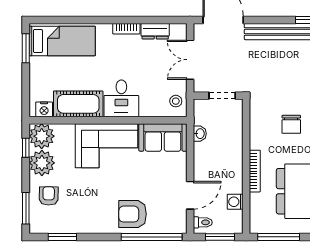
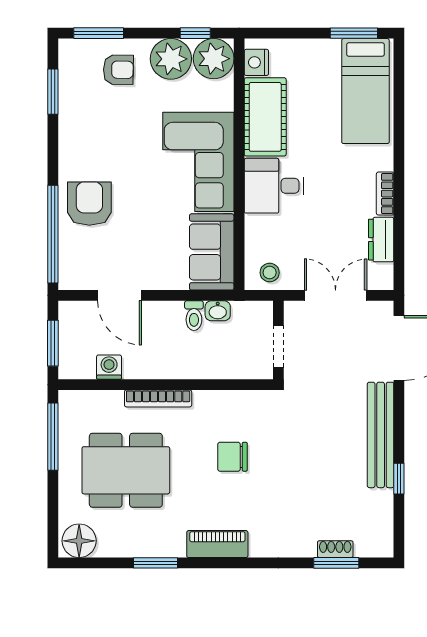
toilet: (203, 222) -> (194, 316), moved

